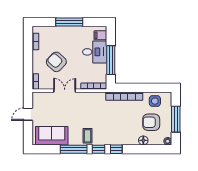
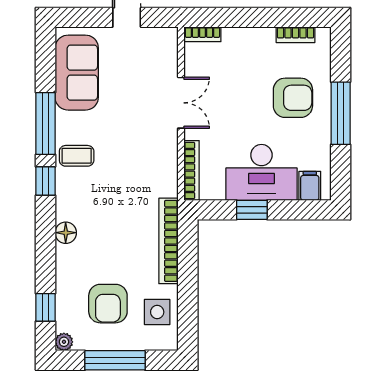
desk: (95, 52) -> (261, 172), width x1.37
window: (111, 60) -> (252, 210), width x0.46
armchair: (56, 62) -> (293, 98), moved, turned 47
armchair: (151, 122) -> (108, 304), turned 180
floor lamp: (143, 140) -> (66, 233), moved
window: (116, 149) -> (45, 307), moved

